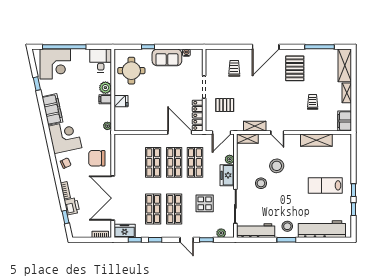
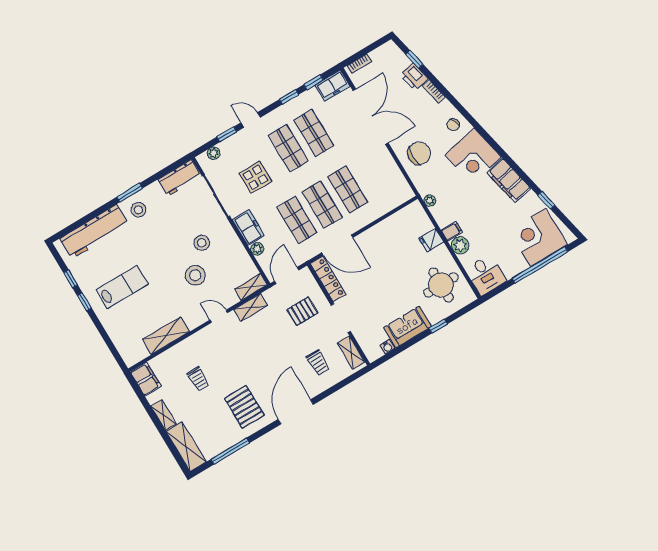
shelving: (210, 62) -> (351, 352), added
workbench: (256, 231) -> (180, 178), width x0.73

